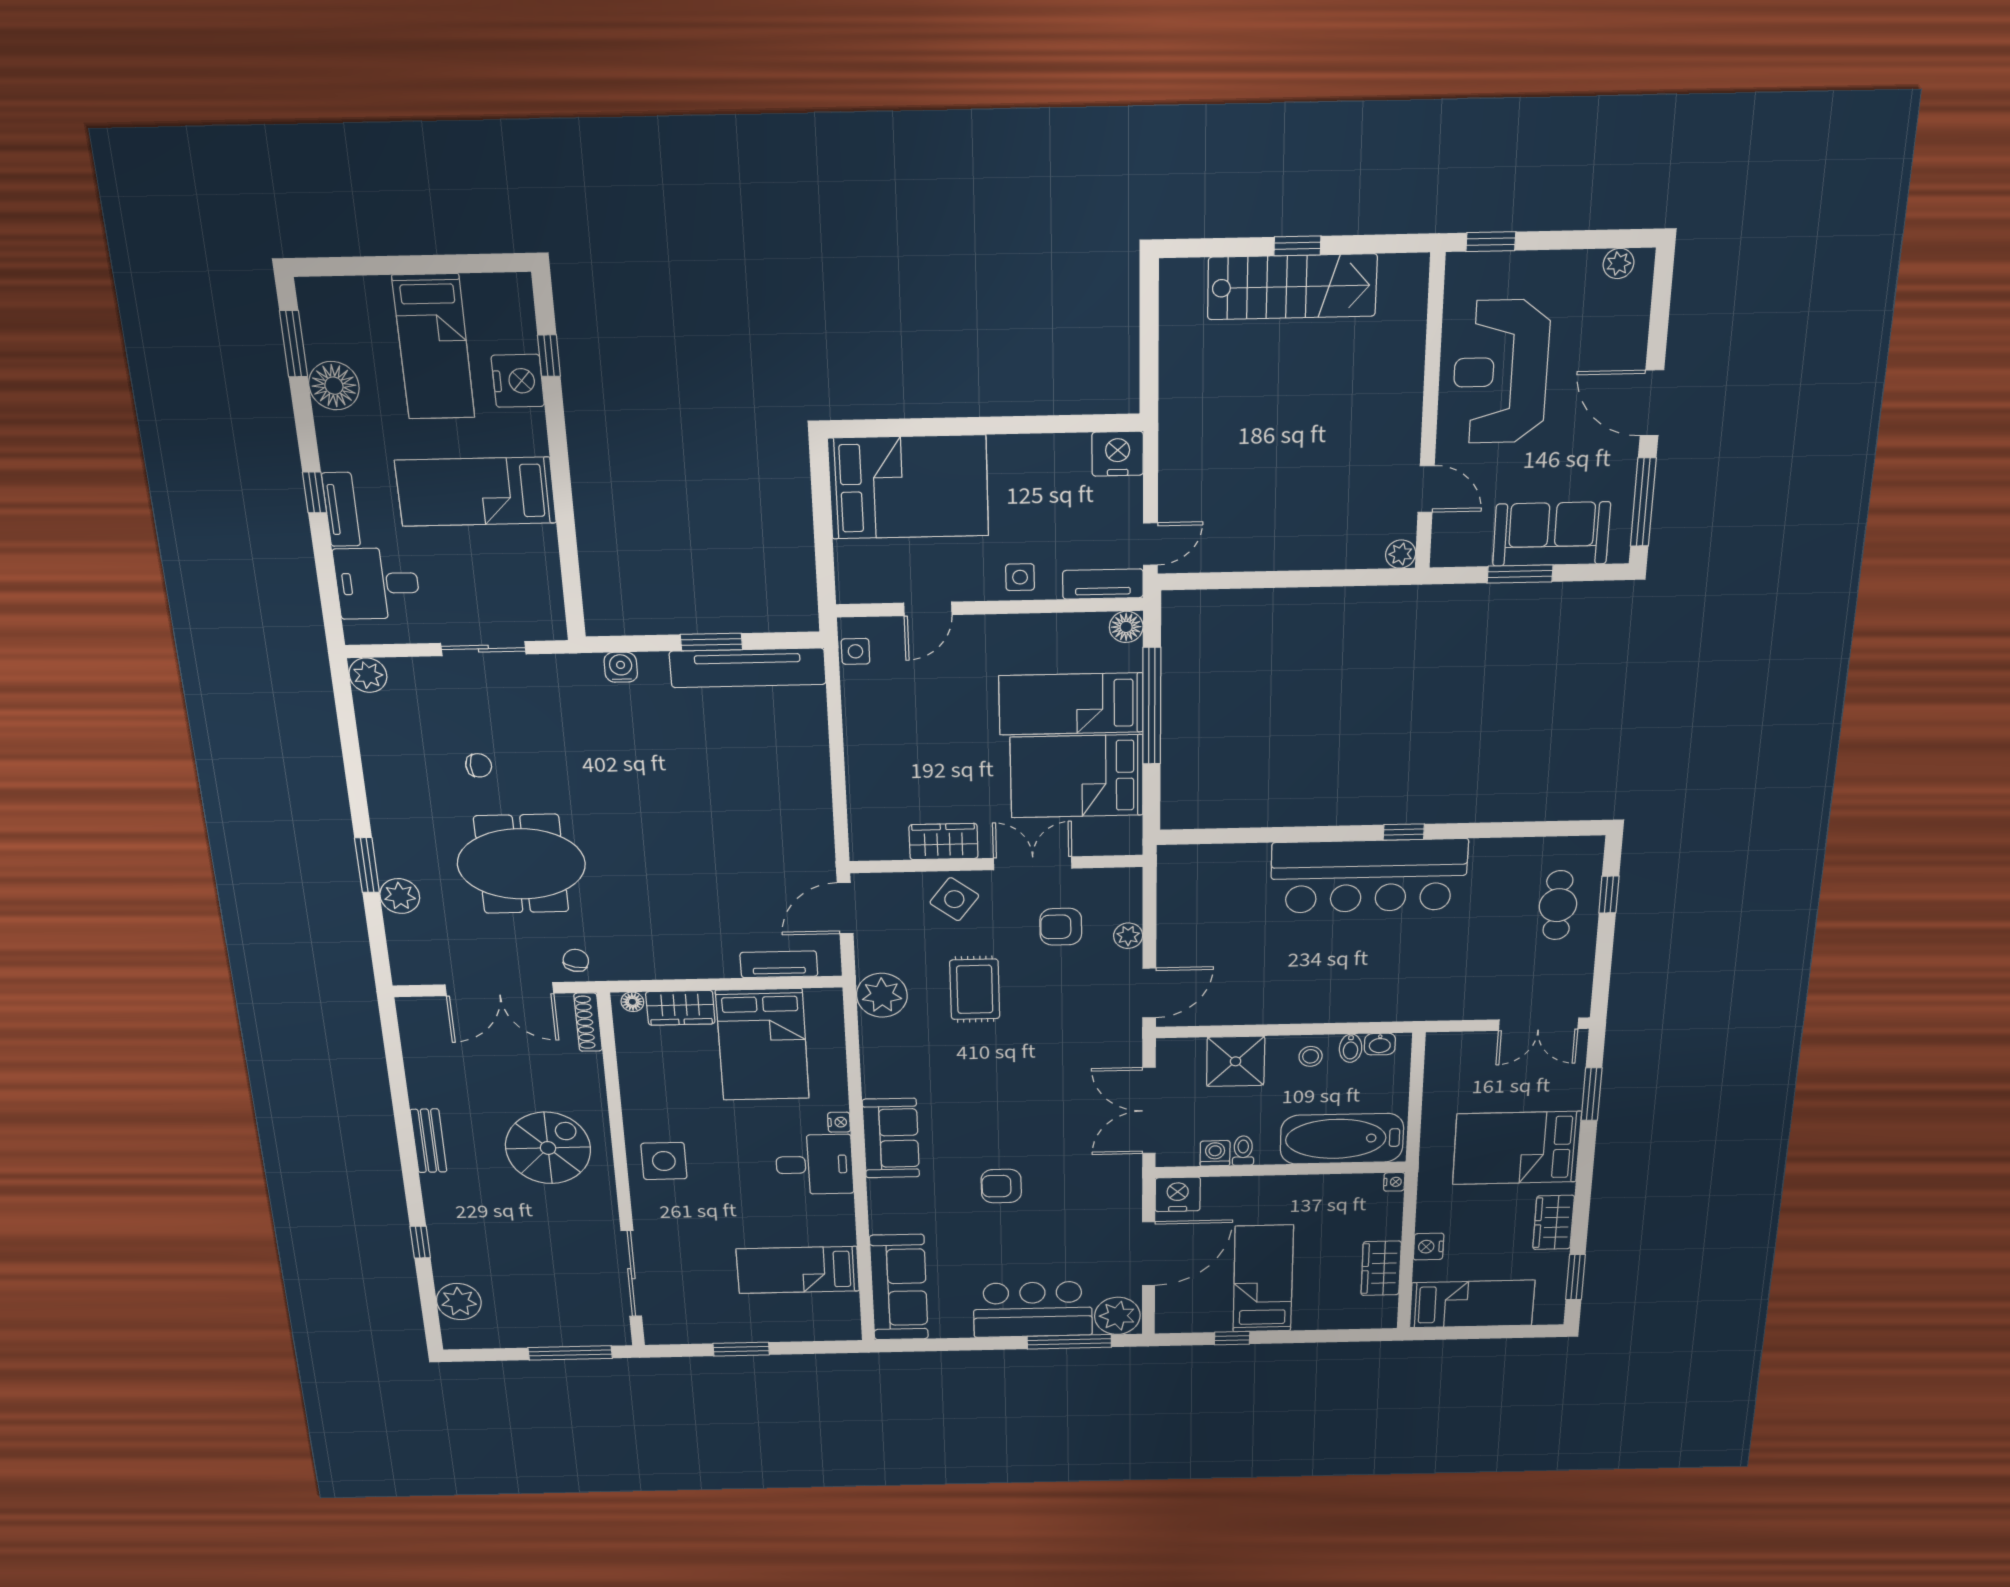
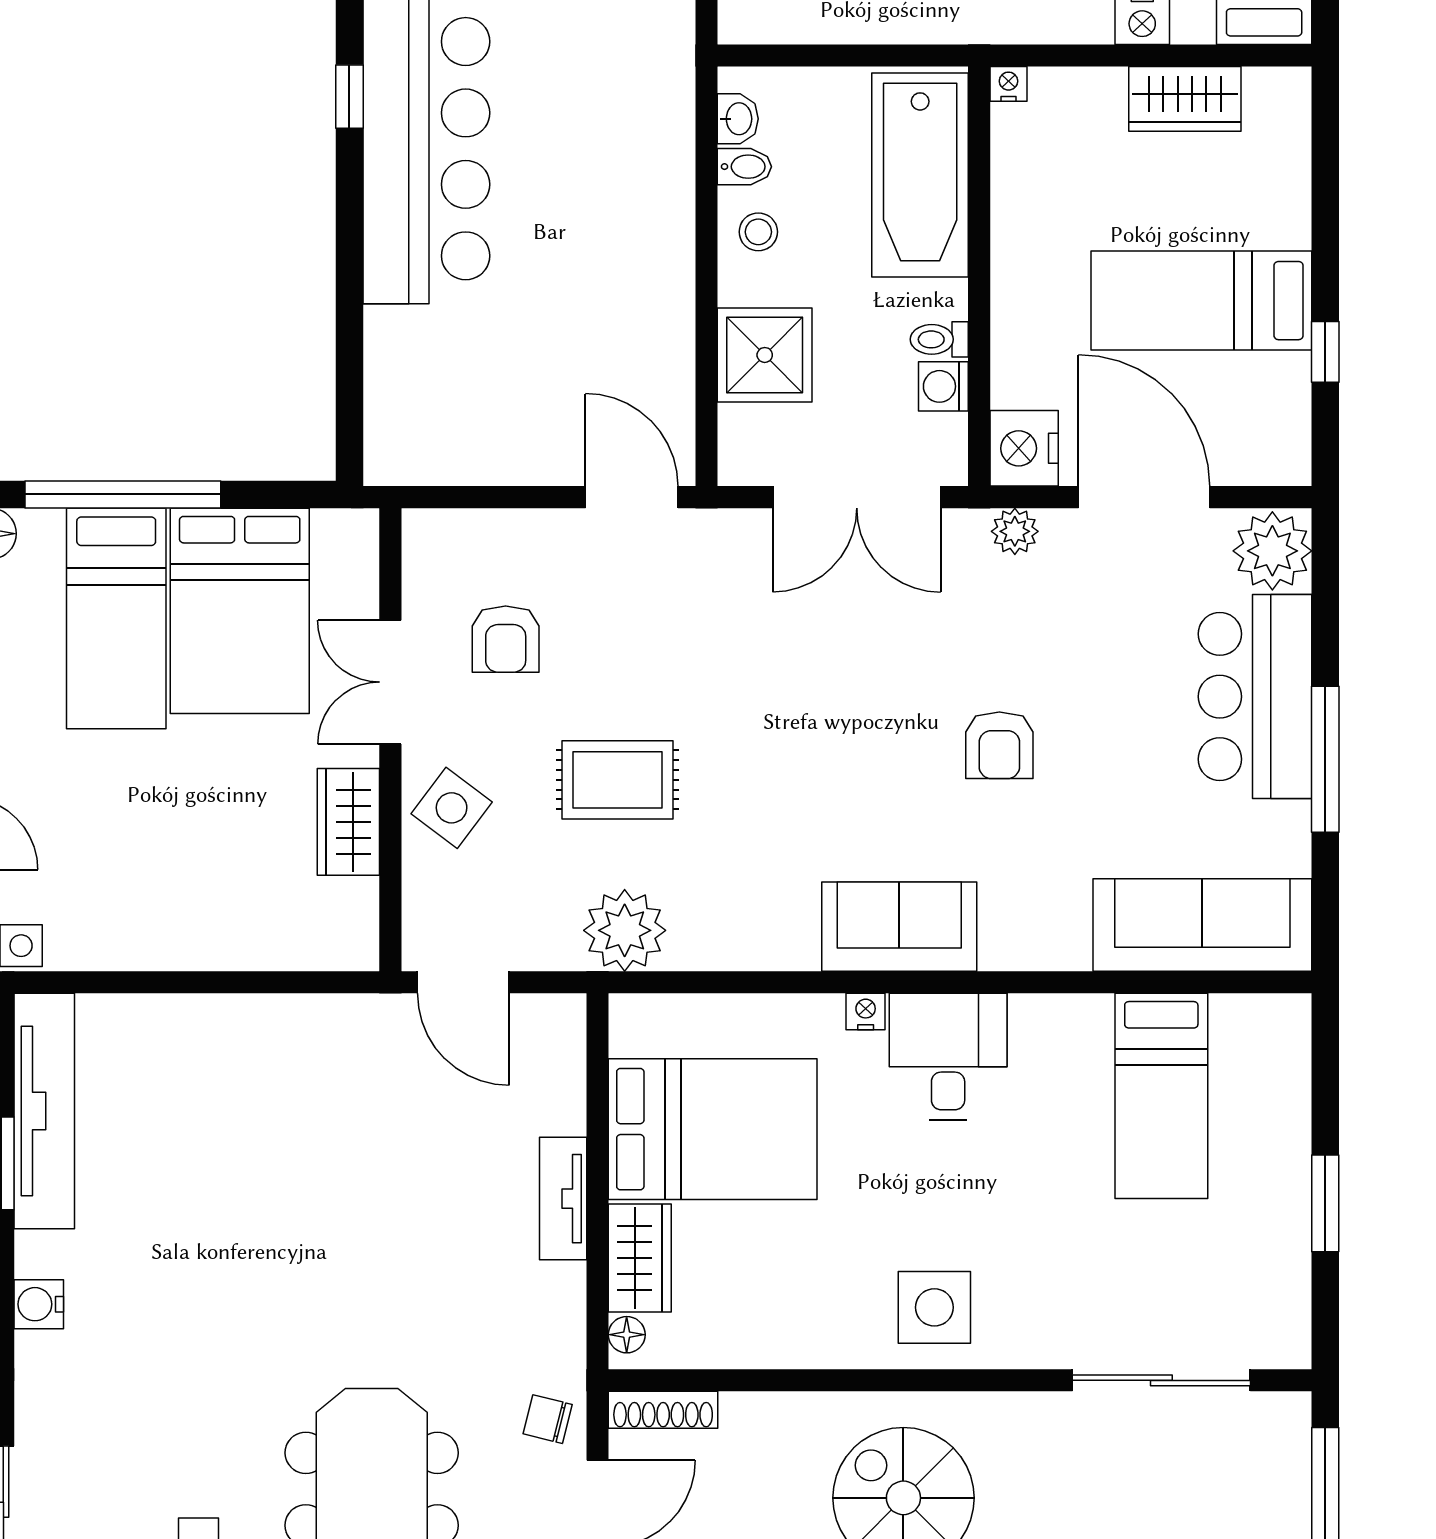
plant: (1128, 936) -> (1015, 531), moved
tv unit: (779, 964) -> (563, 1199), moved
window: (1069, 1342) -> (1325, 759), moved

